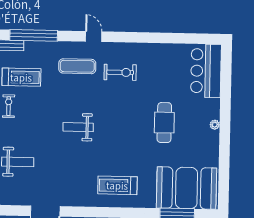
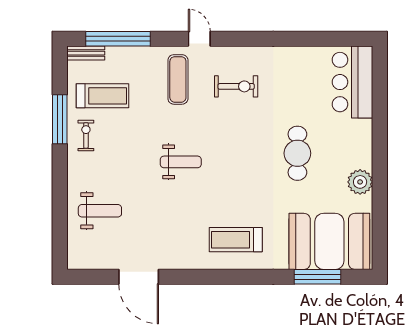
exercise mat: (77, 66) -> (178, 79), turned 90
plant: (215, 125) -> (360, 182), moved, width x1.88, depth x1.88
weight bench: (78, 127) -> (181, 162), turned 180

